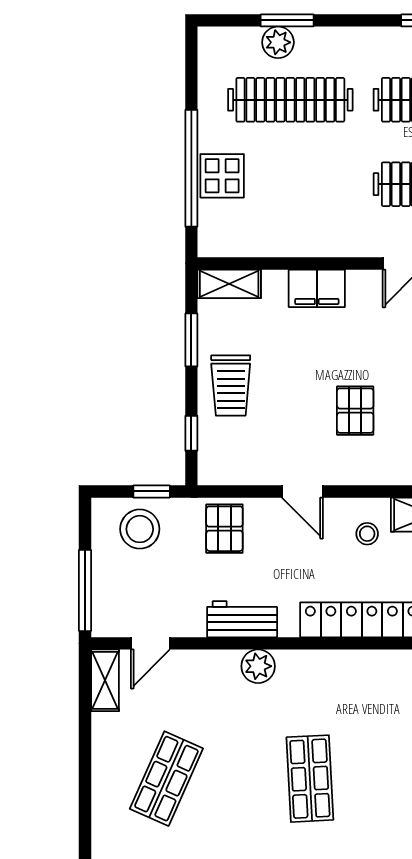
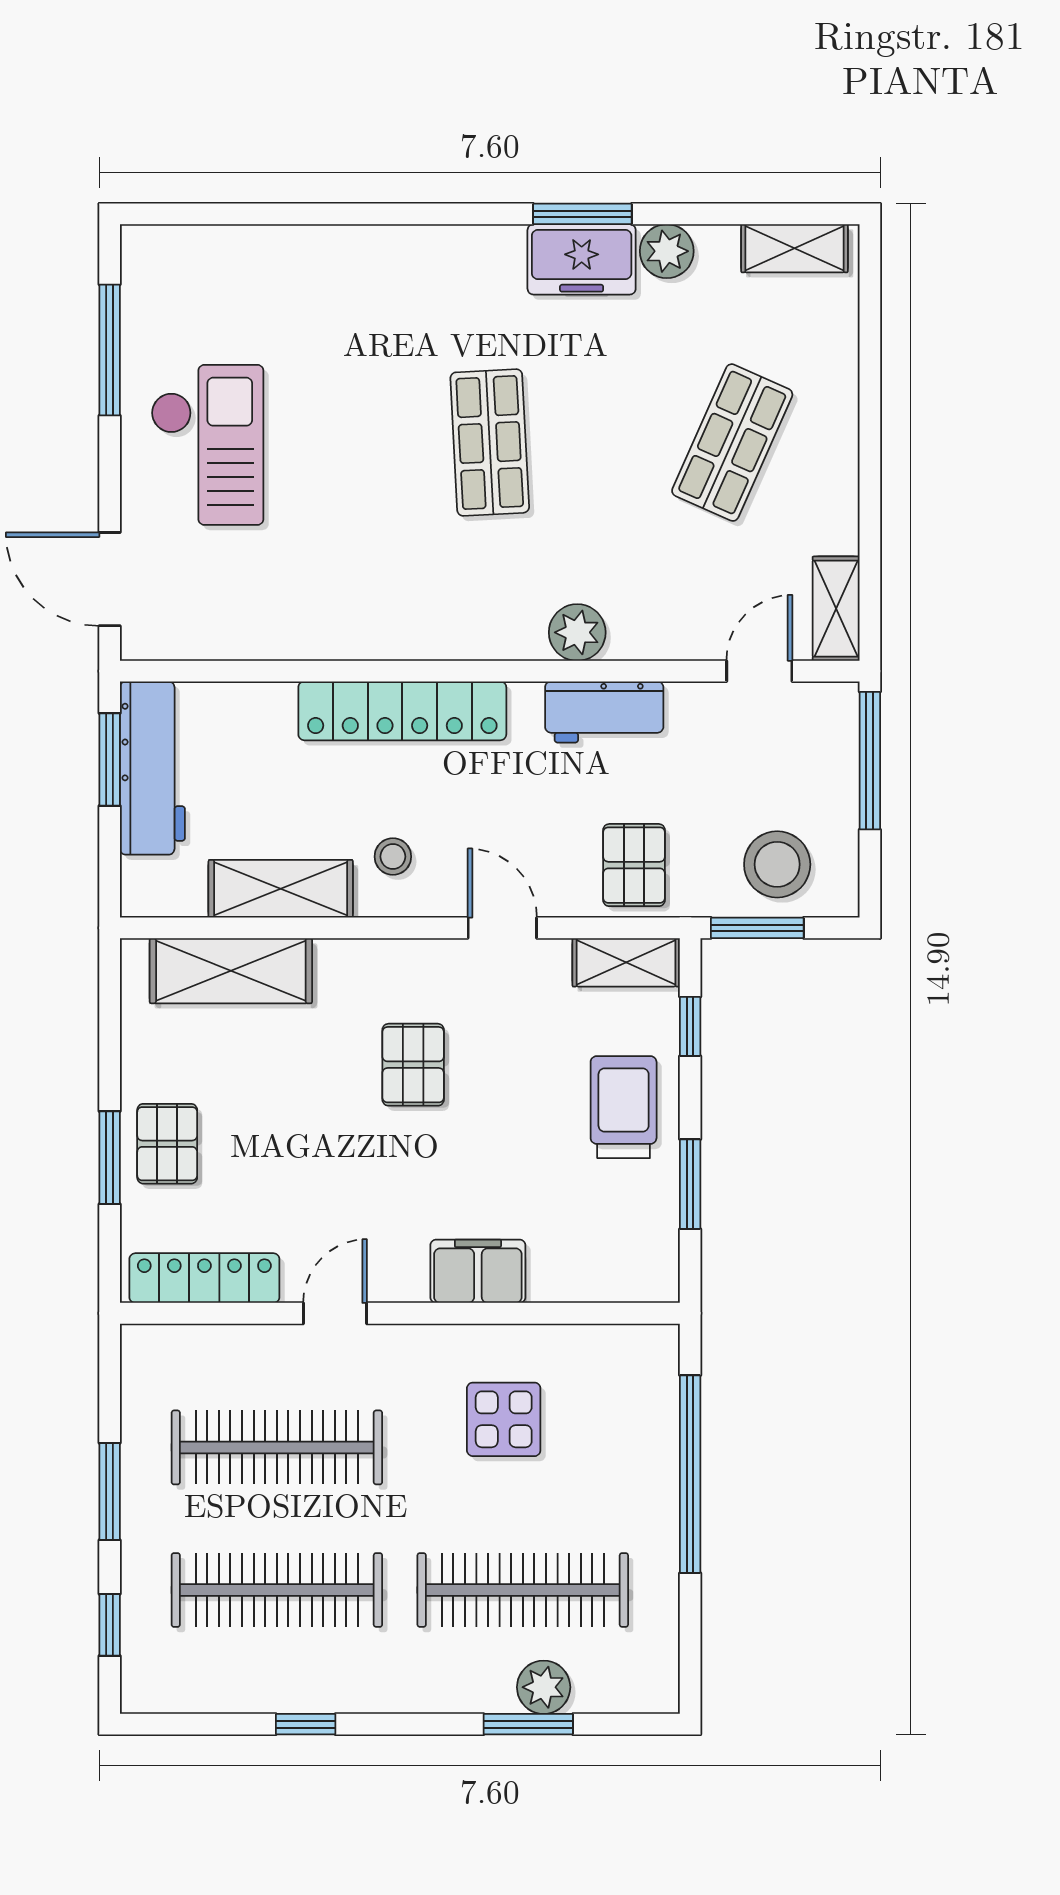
display table: (222, 176) -> (504, 1419), moved
shelving: (229, 284) -> (626, 962), moved
window: (152, 491) -> (757, 928), width x1.50

